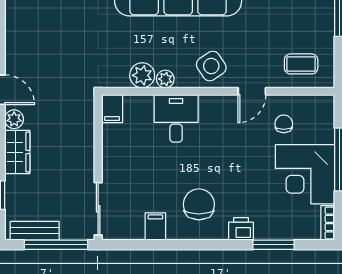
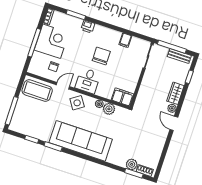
coffee table: (301, 64) -> (37, 91), width x1.86, depth x1.72
filing cabinet: (112, 109) -> (123, 97), width x2.00
desk: (176, 118) -> (88, 81), moved
chair: (199, 204) -> (101, 56), moved, turned 180

